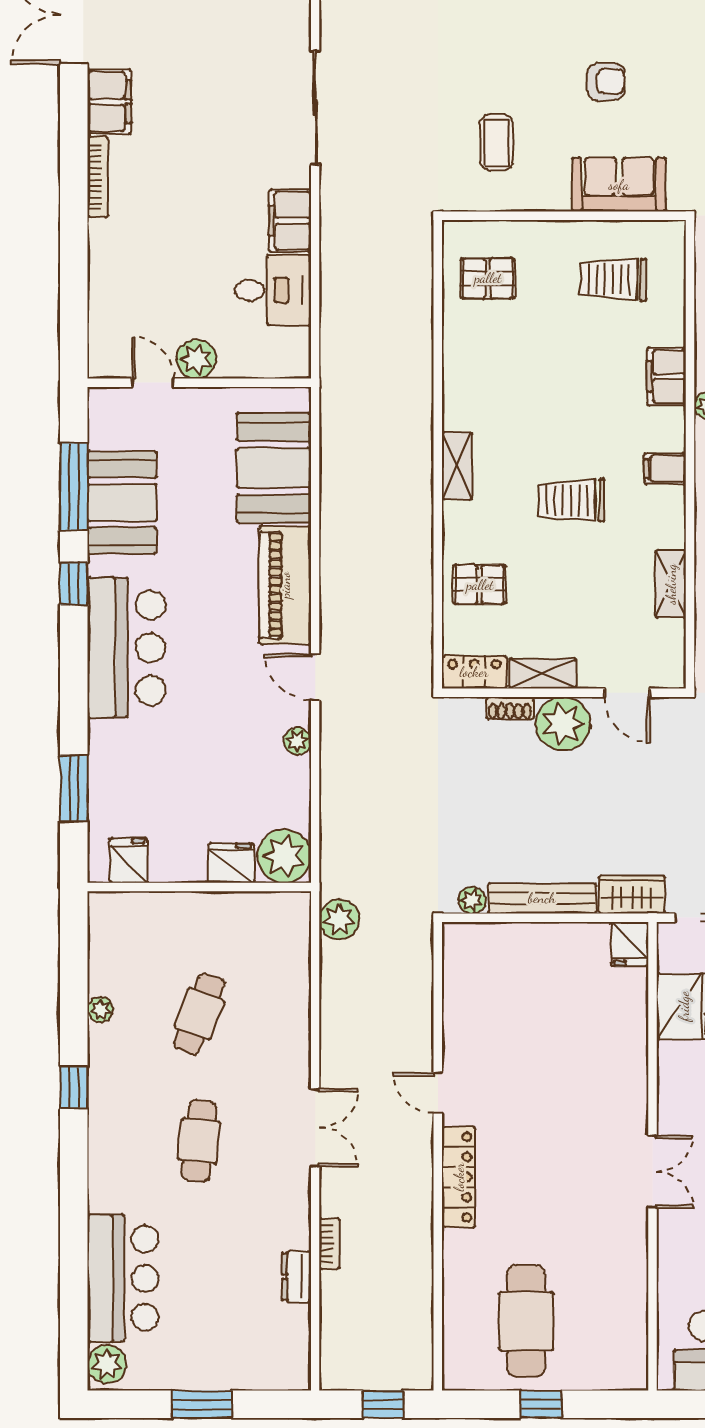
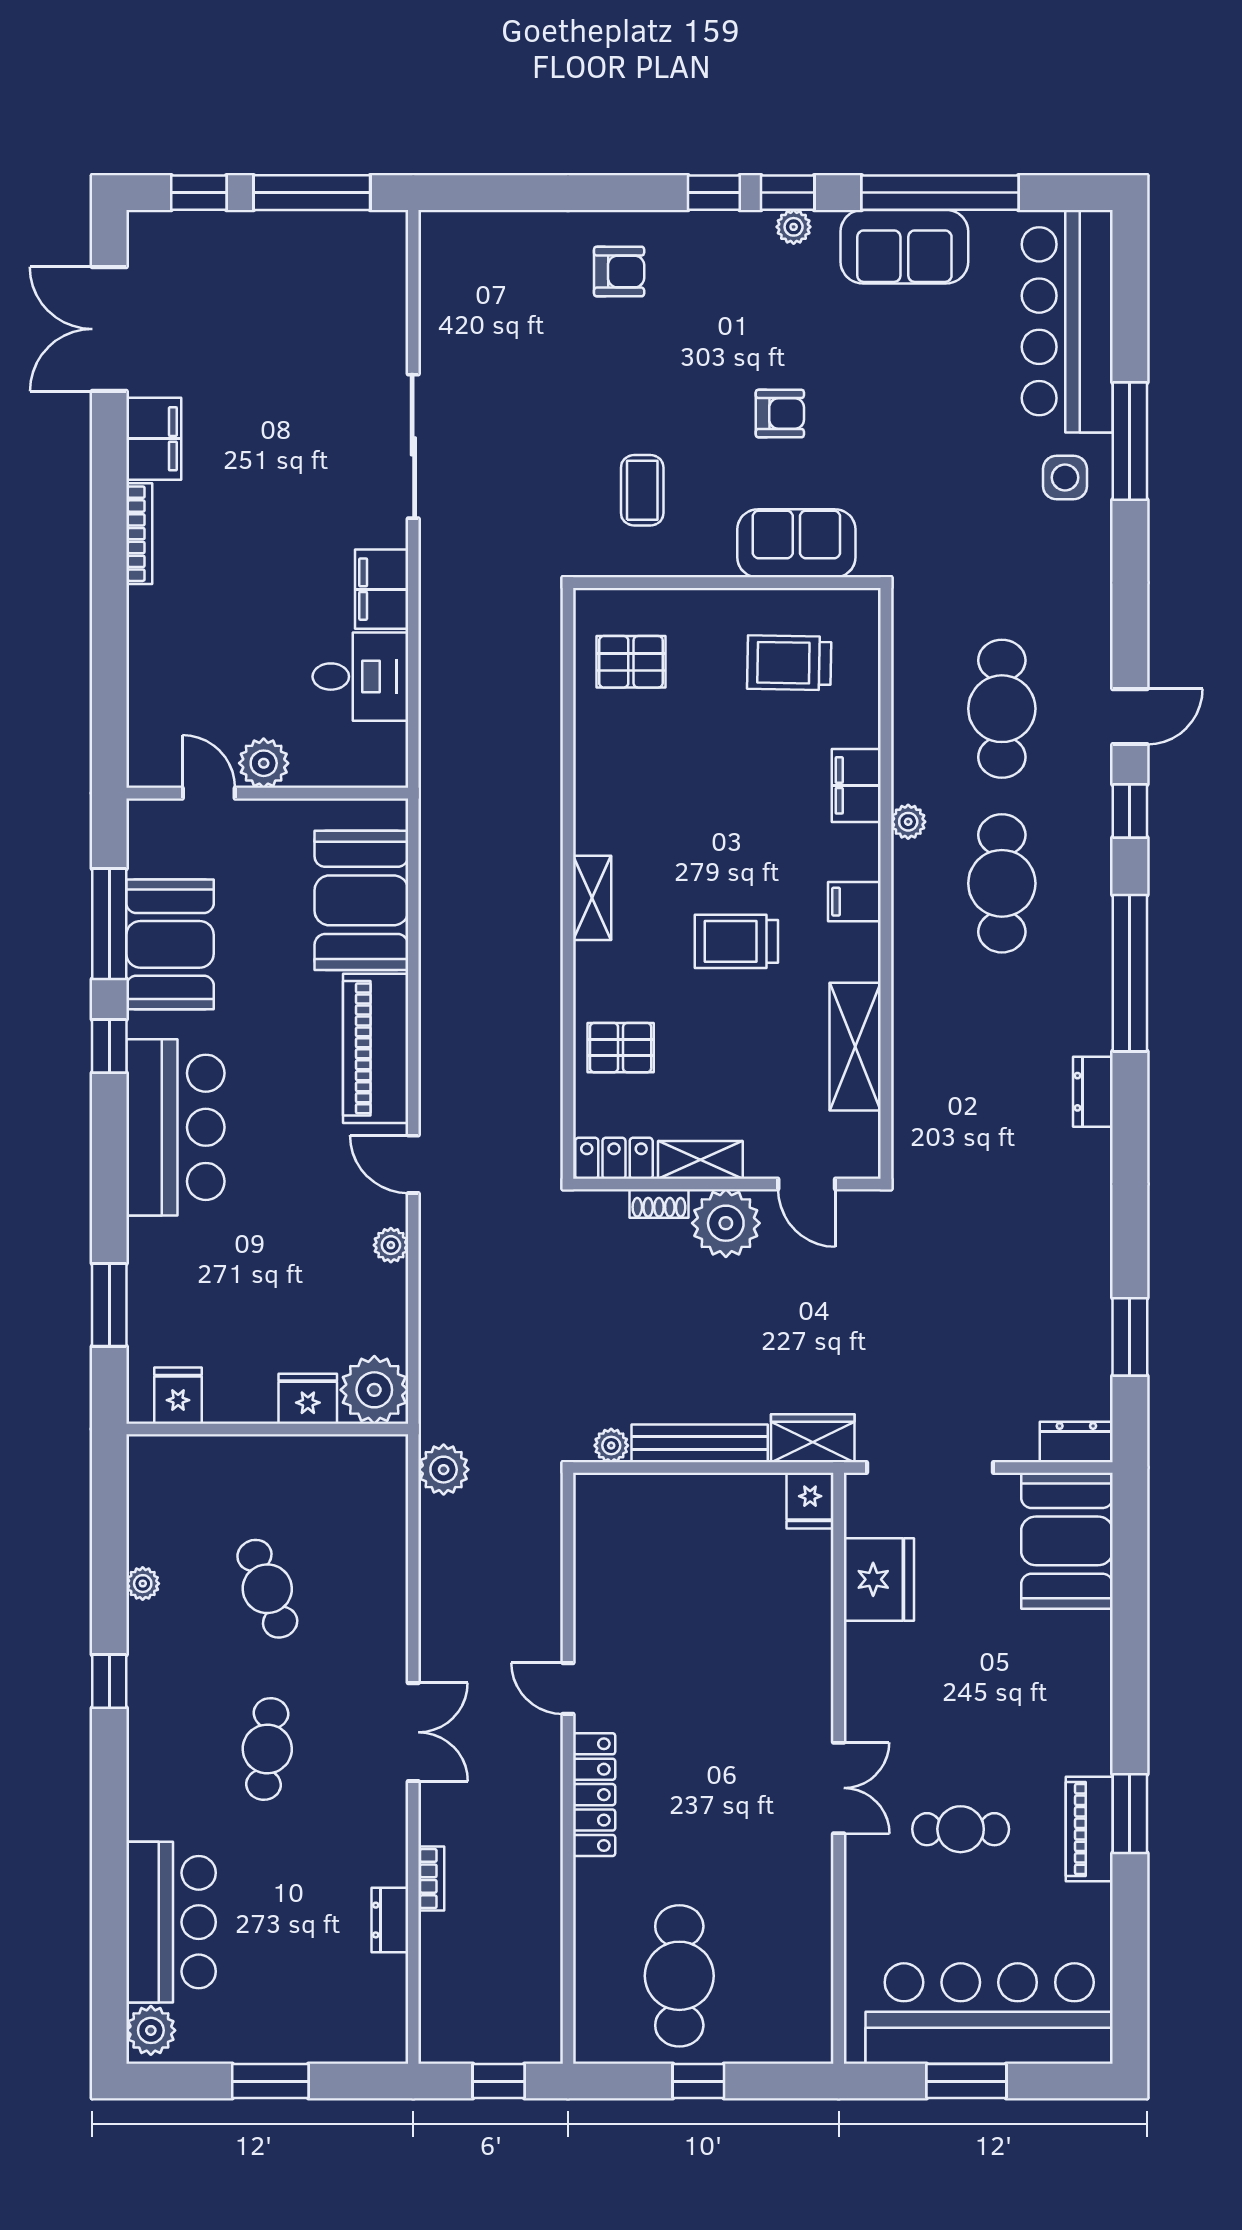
shelving: (671, 584) -> (855, 1047), width x1.50, depth x1.33
cafe table: (199, 1014) -> (267, 1589), turned -42

